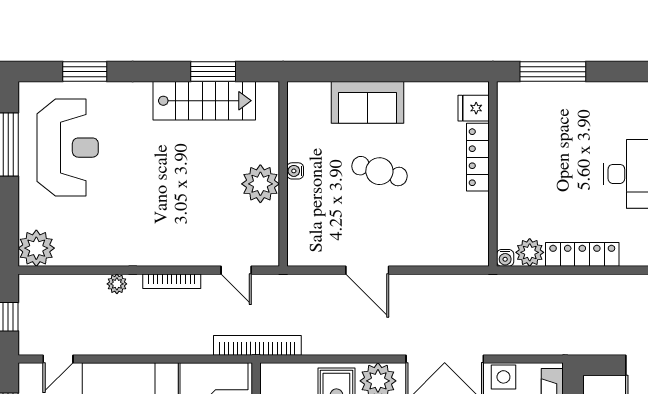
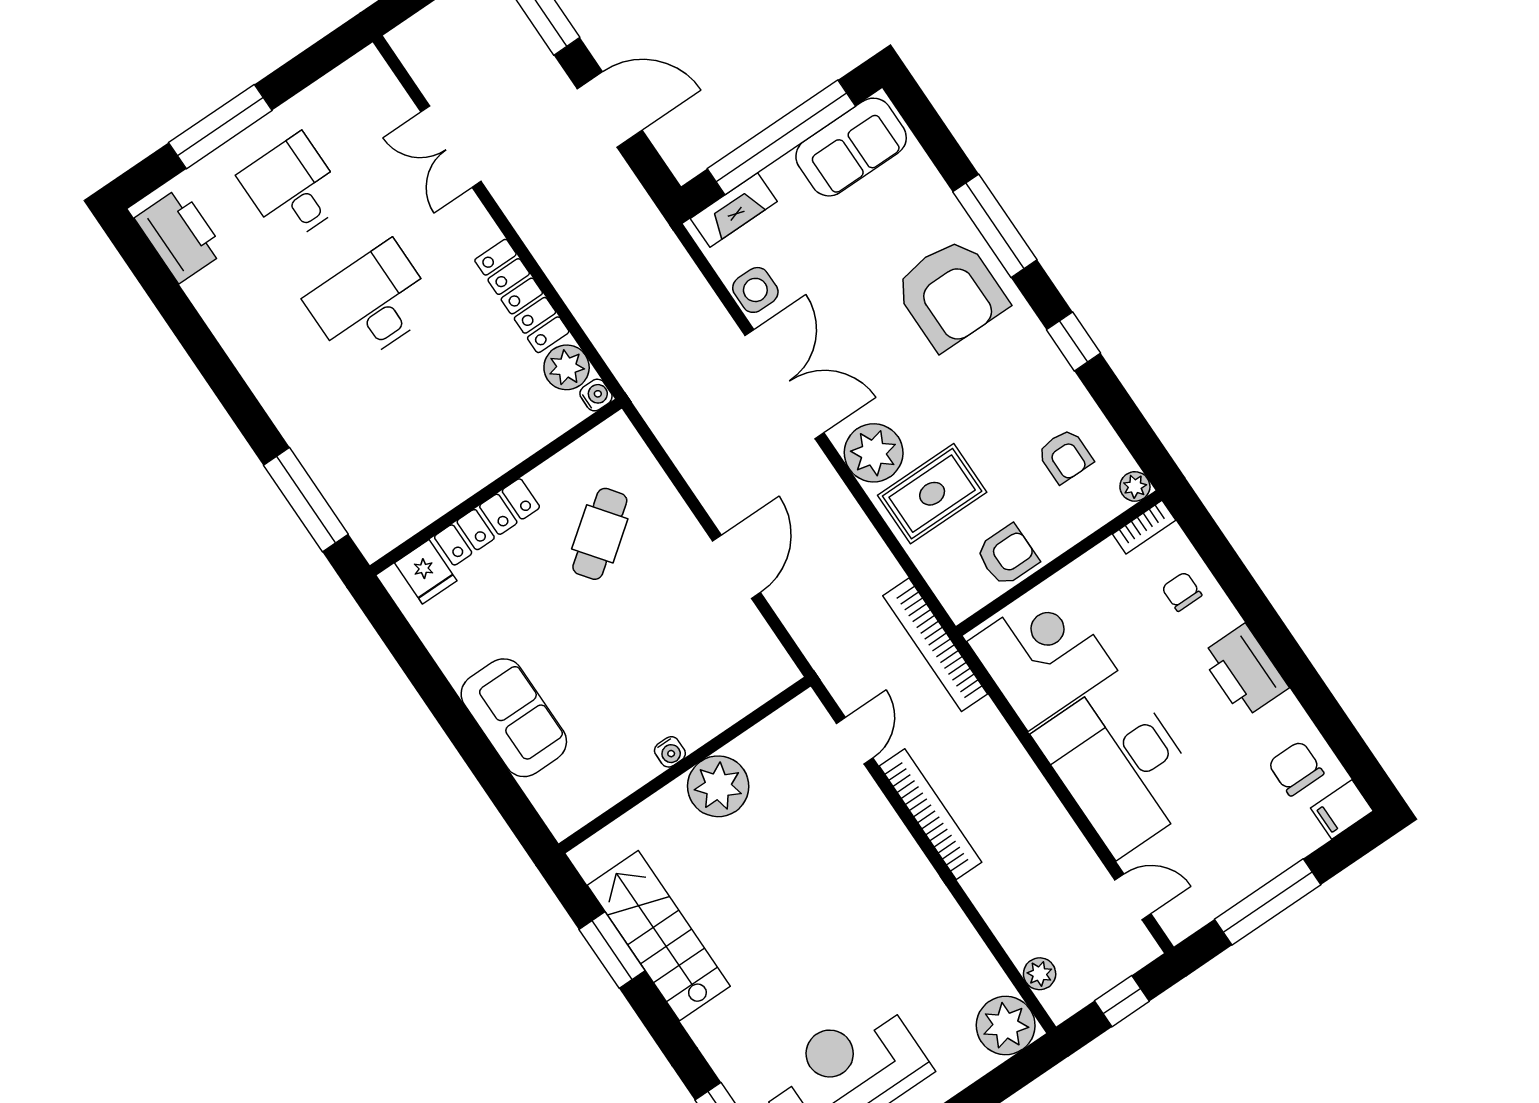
cafe table: (379, 171) -> (600, 534), moved, turned 37
bookcase: (172, 281) -> (931, 814), width x1.48, depth x1.31
plant: (117, 284) -> (1040, 974), moved

